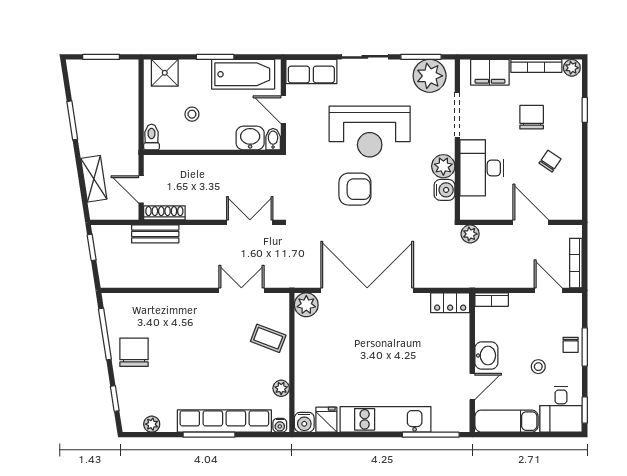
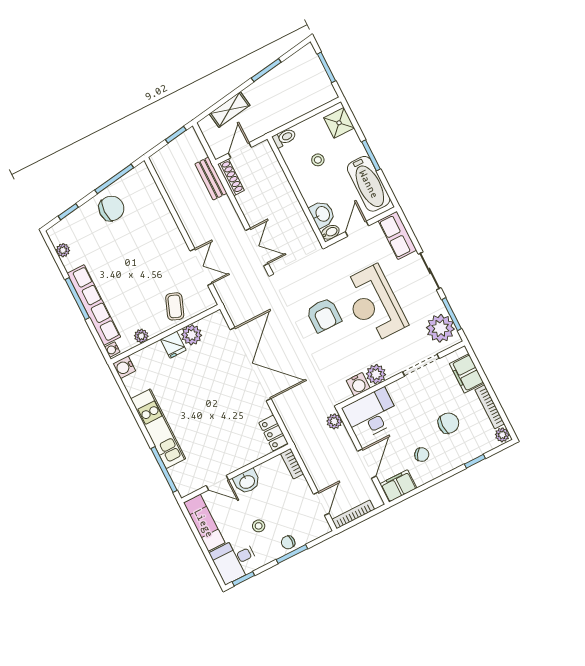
desk: (482, 168) -> (371, 414), moved
filing cabinet: (570, 202) -> (398, 486), added
plant: (306, 305) -> (192, 335), moved
fridge: (326, 420) -> (173, 345), moved, turned 90

